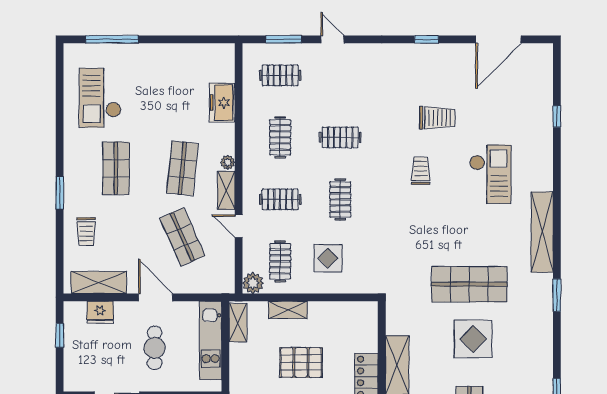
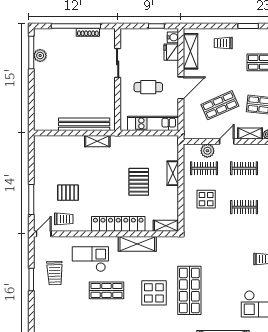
clothes rail: (280, 199) -> (244, 168), turned 90
plant: (253, 283) -> (207, 151), moved
water cooler: (77, 310) -> (173, 37), added
shelving: (238, 323) -> (166, 226), moved

